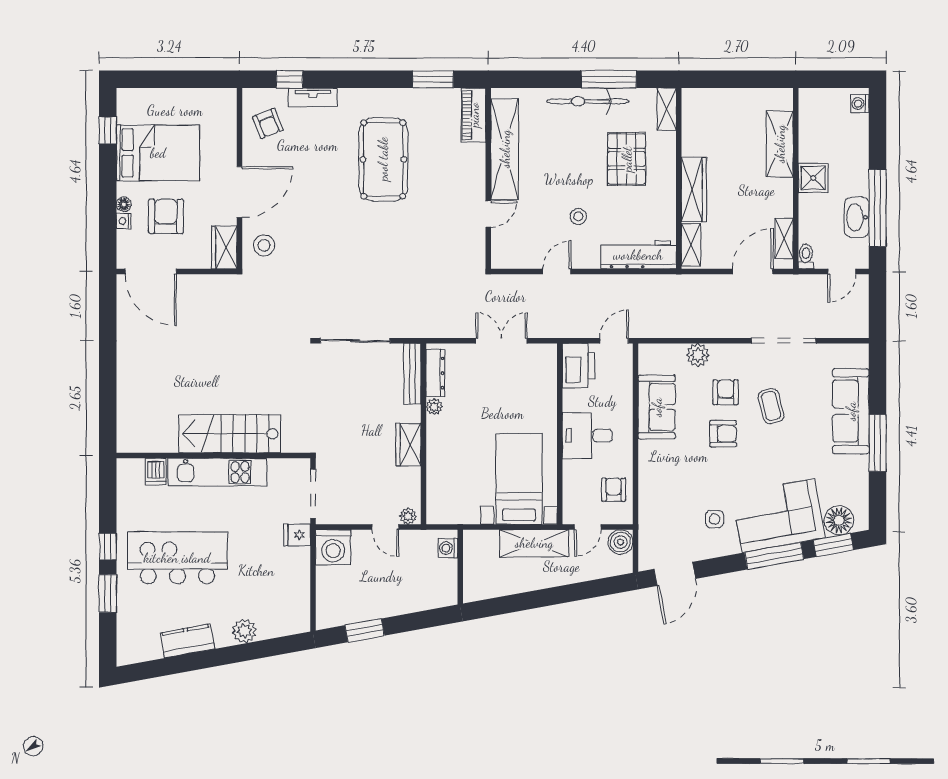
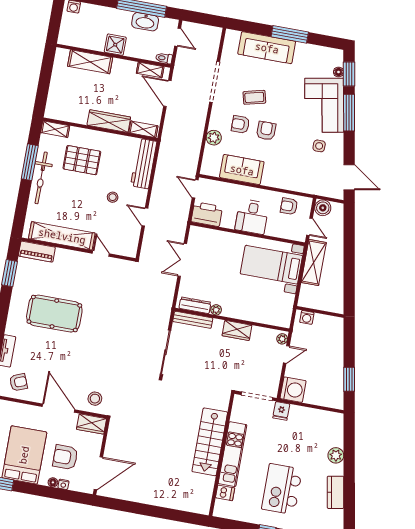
floor lamp: (839, 520) -> (339, 72), width x0.53, depth x0.53
kitchen island: (177, 558) -> (282, 489), width x0.73

